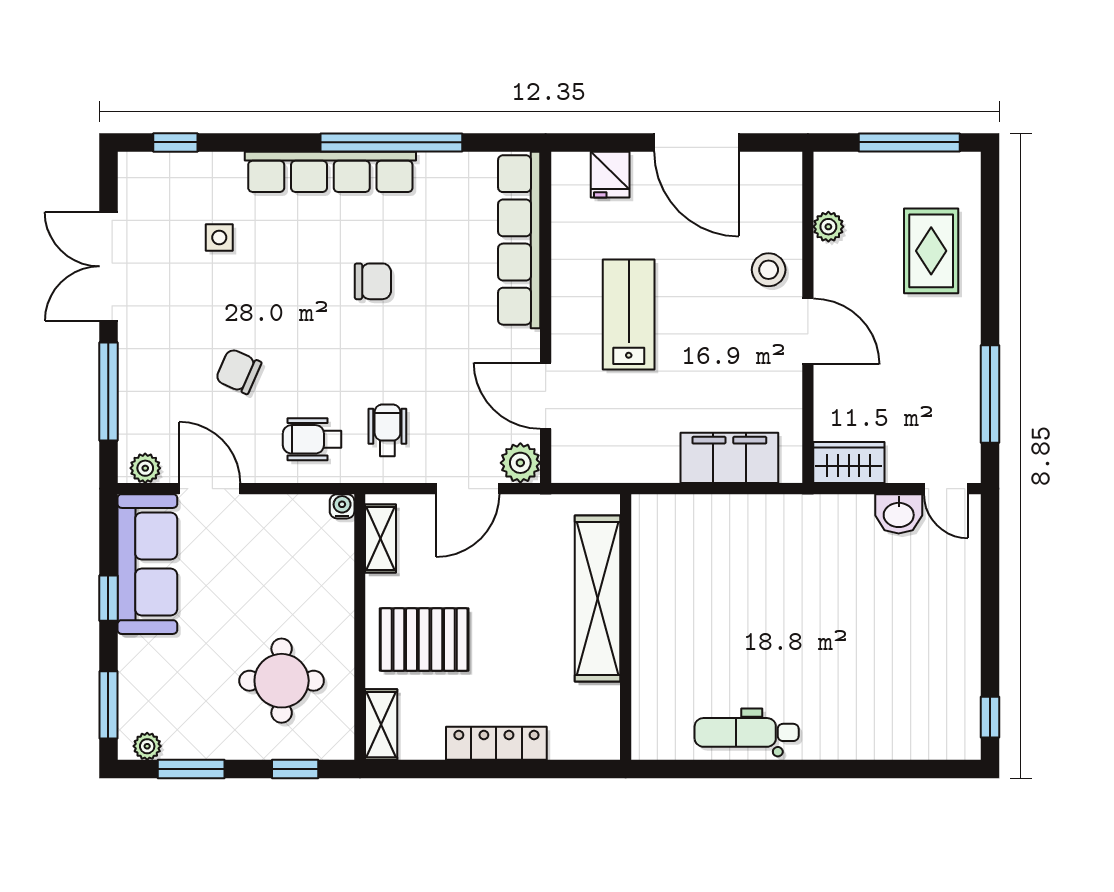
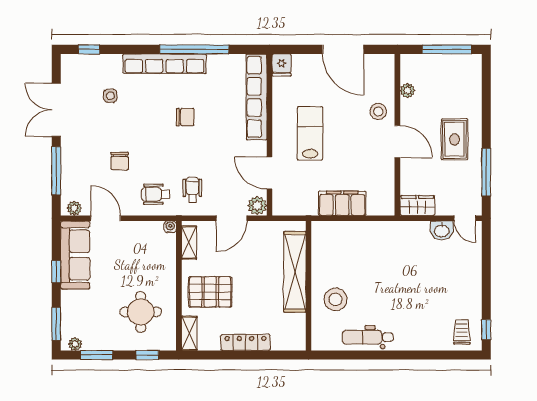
fridge: (610, 175) -> (282, 65), moved
rug: (931, 251) -> (455, 139), moved
chair: (238, 371) -> (120, 161), turned -114
filing cabinet: (729, 458) -> (342, 203), moved
stool: (681, 655) -> (336, 299), added
trolley: (940, 722) -> (462, 332), added

